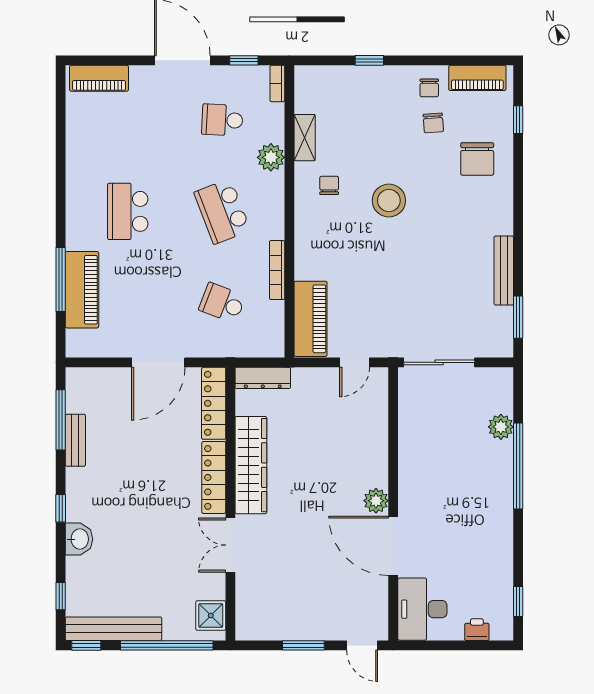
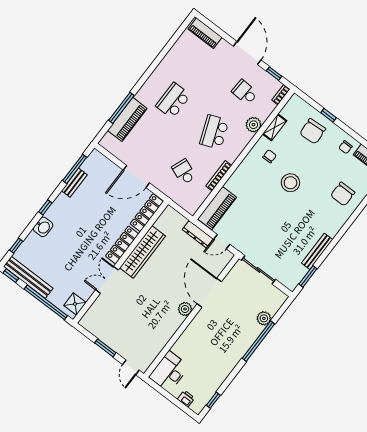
chair: (433, 123) -> (313, 131), moved, width x1.87, depth x1.87
dresser: (263, 378) -> (198, 234), moved
door: (393, 546) -> (209, 293), moved

